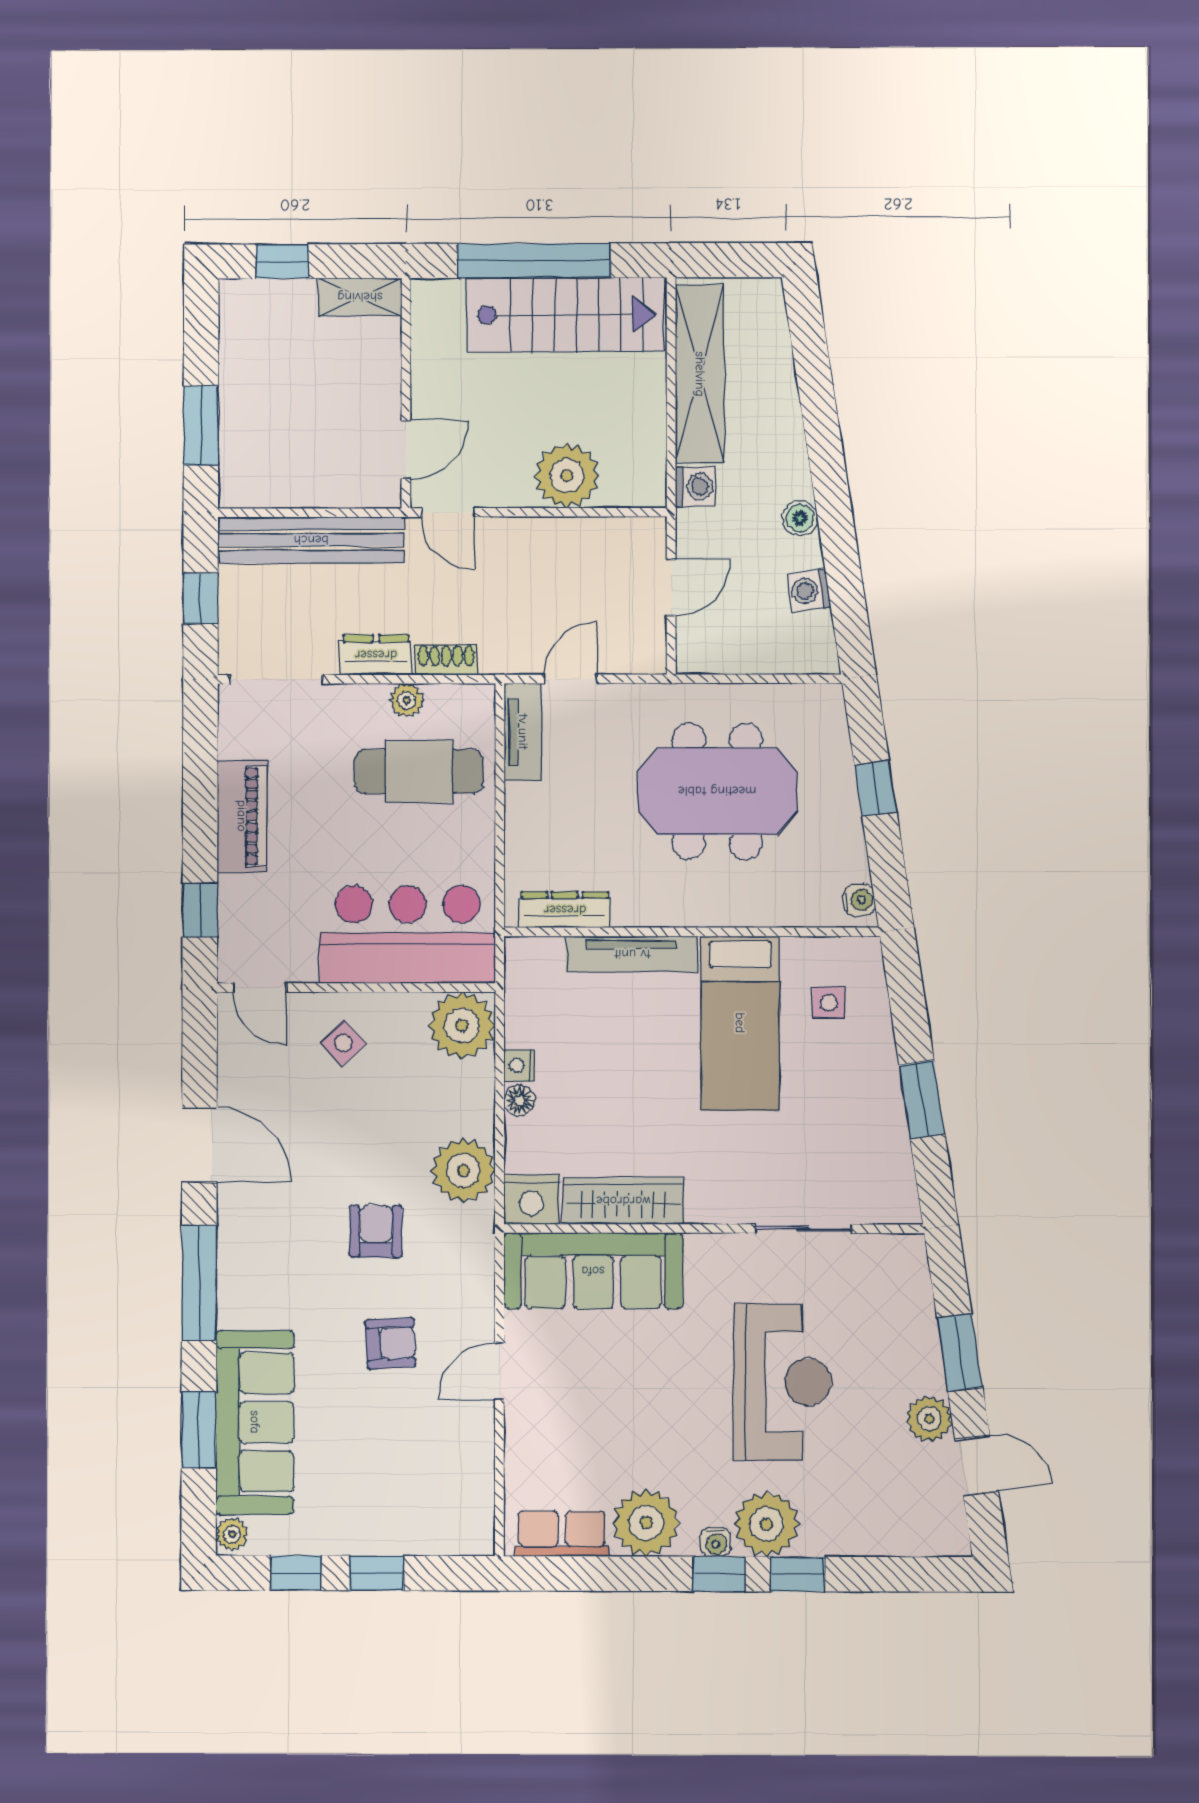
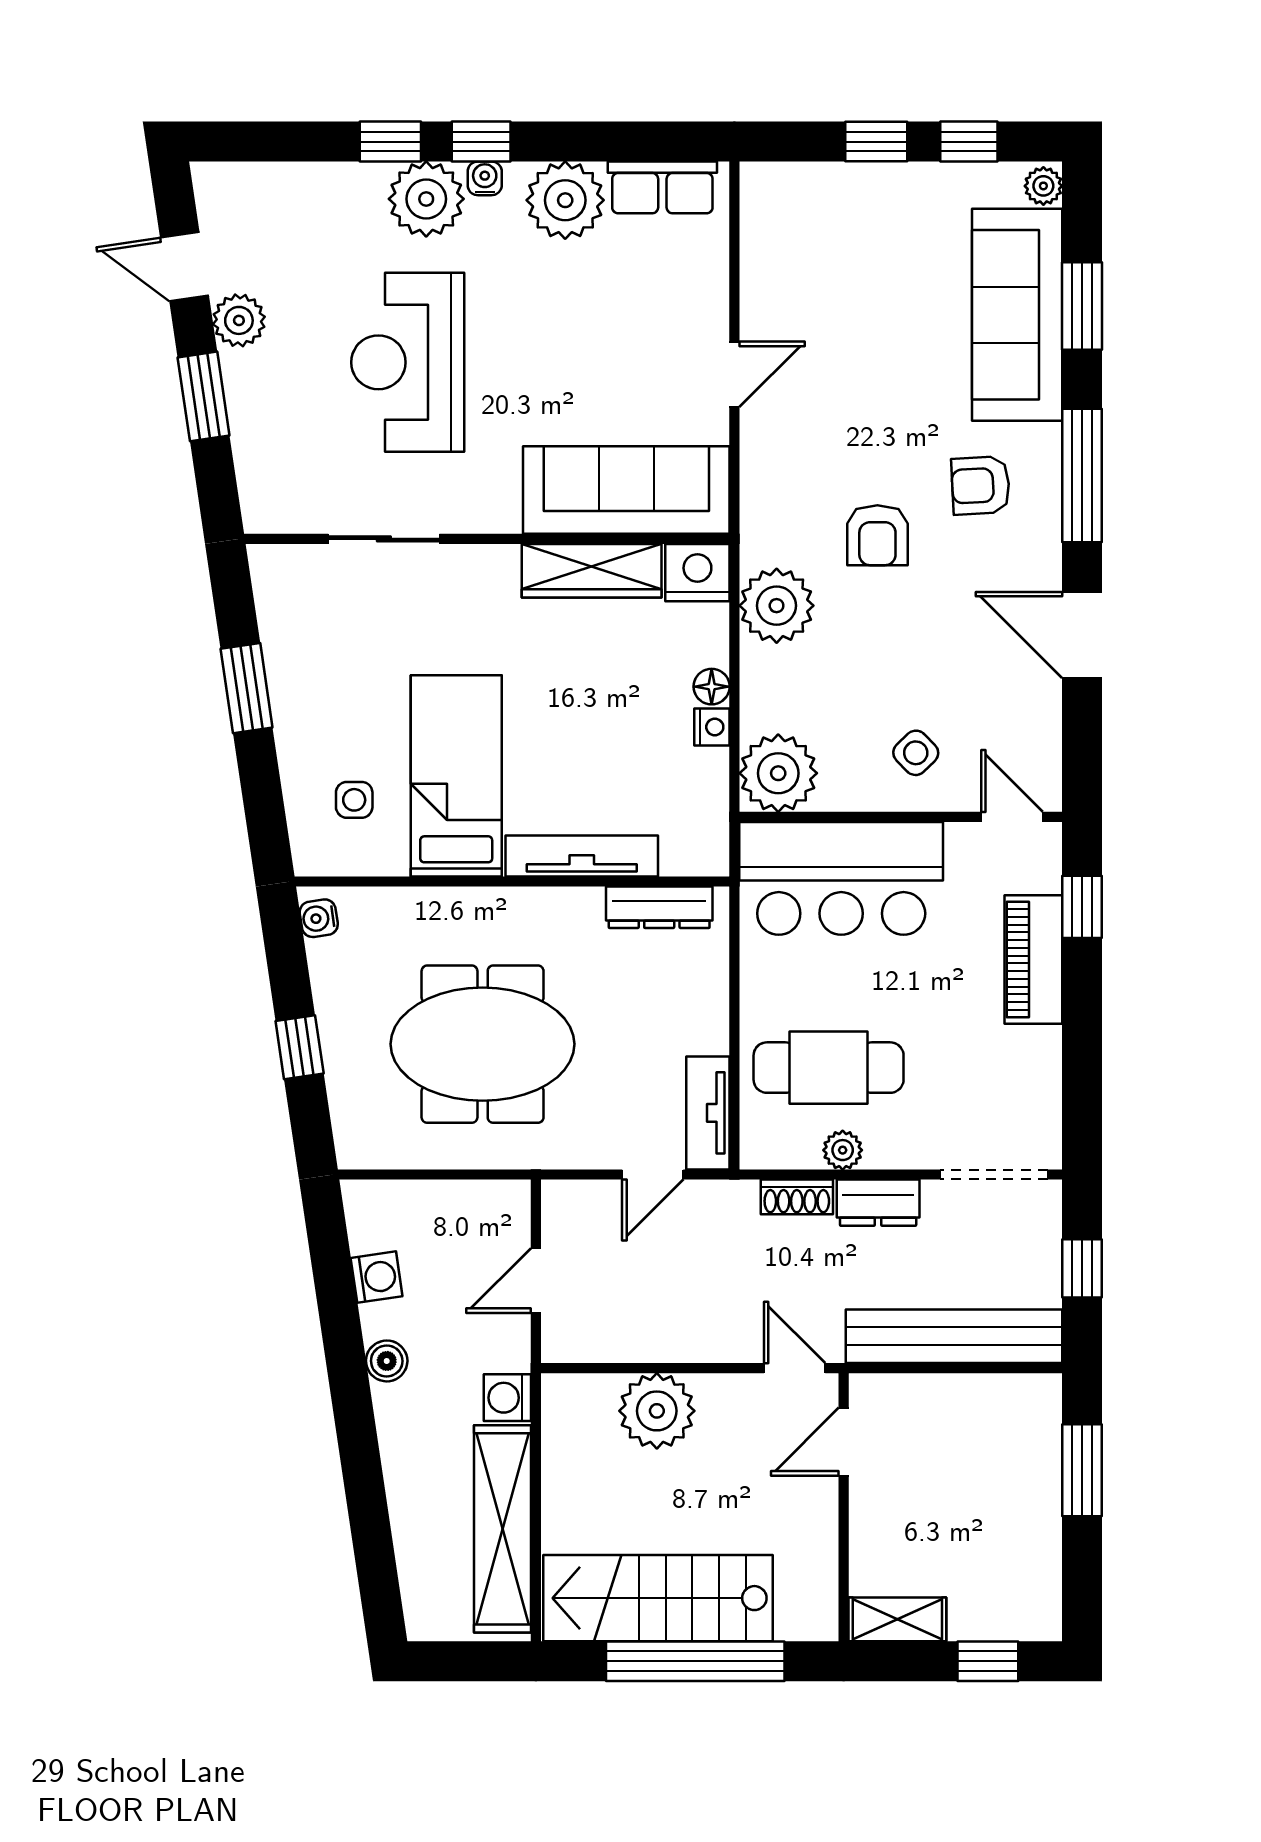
piano: (242, 816) -> (1033, 959), moved
armchair: (391, 1343) -> (981, 485), moved

